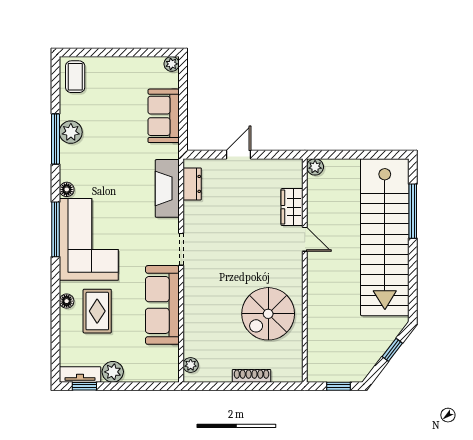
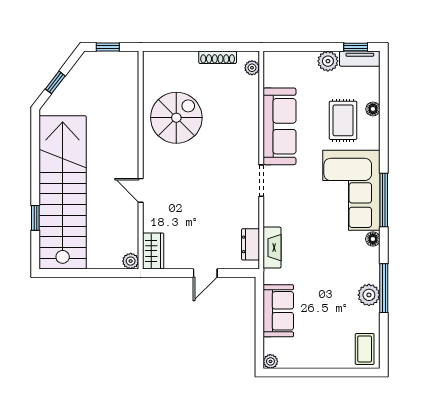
fireplace: (167, 188) -> (272, 248), width x0.73, depth x0.76
wardrobe: (292, 207) -> (153, 251), moved
window: (413, 211) -> (35, 218), width x0.46
floor lamp: (67, 301) -> (373, 109), moved
shoe rack: (252, 376) -> (218, 57), moved

